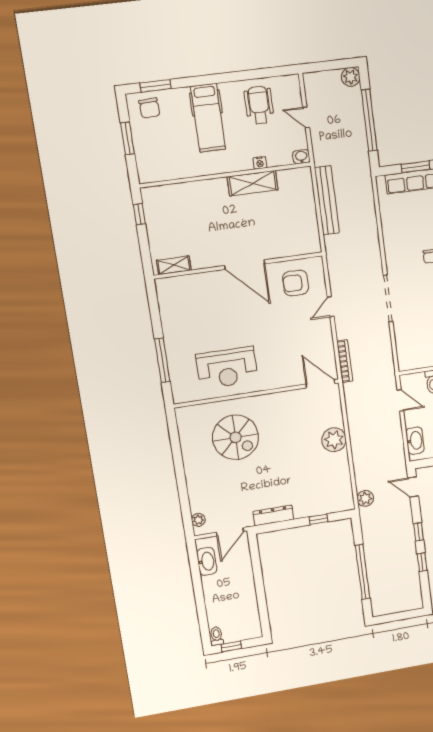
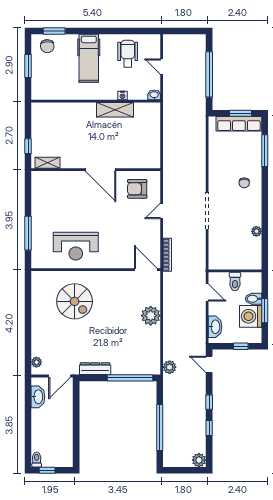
plant: (351, 77) -> (199, 460), moved
bench: (327, 200) -> (169, 130), removed
window: (139, 214) -> (28, 146), moved
window: (318, 519) -> (130, 378), width x3.17

